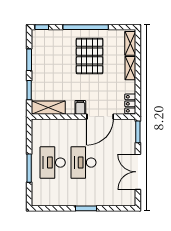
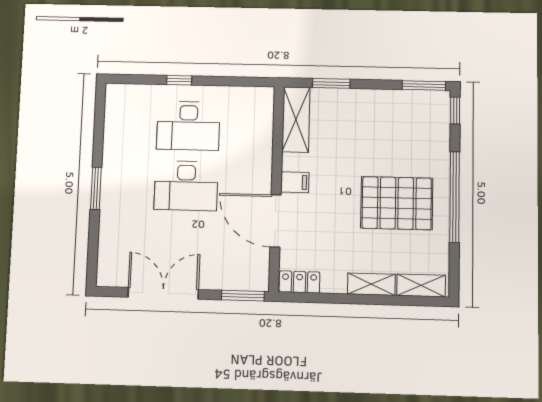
window: (29, 60) -> (424, 85), moved
desk: (53, 163) -> (188, 126), turned 180
desk: (83, 163) -> (186, 186), turned 180
window: (29, 168) -> (179, 80), width x0.46

